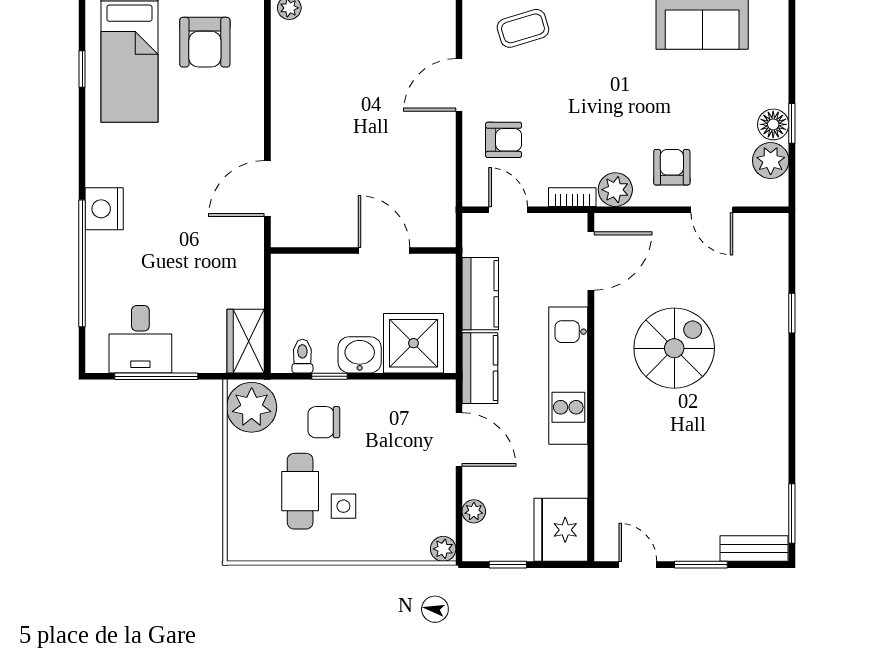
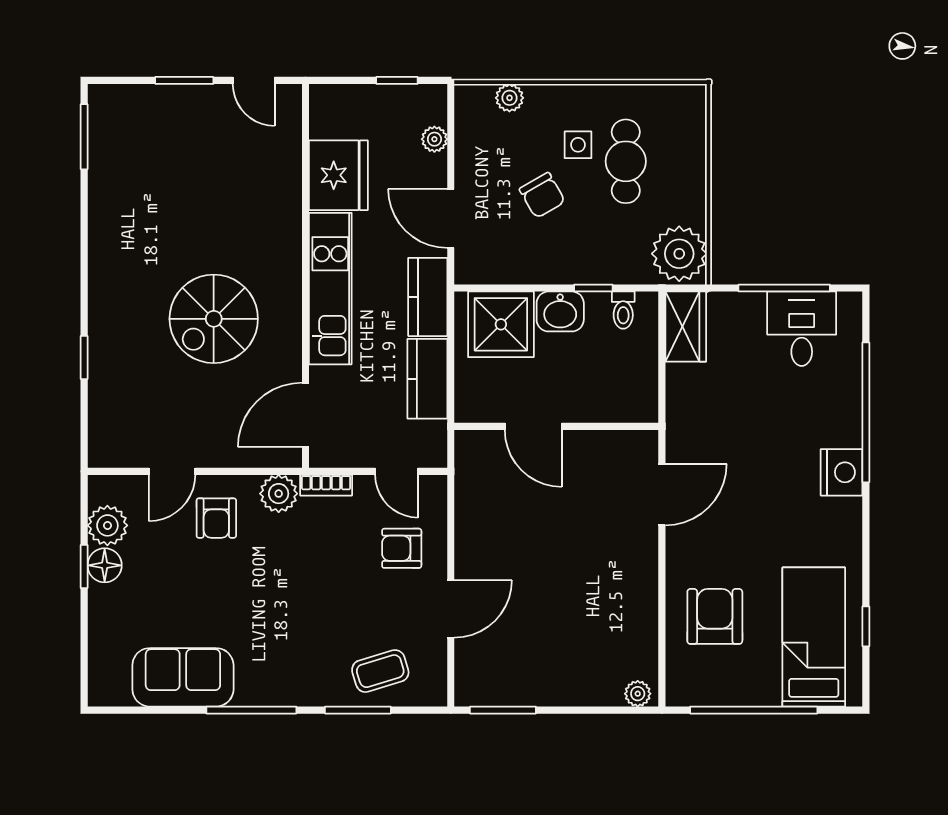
armchair: (205, 42) -> (715, 616), moved
door: (712, 210) -> (172, 471), swing flipped
chair: (324, 422) -> (542, 195), moved, turned 60
fridge: (561, 530) -> (338, 175), moved
plant: (443, 549) -> (509, 98), moved
bench: (754, 549) -> (126, 98), removed

